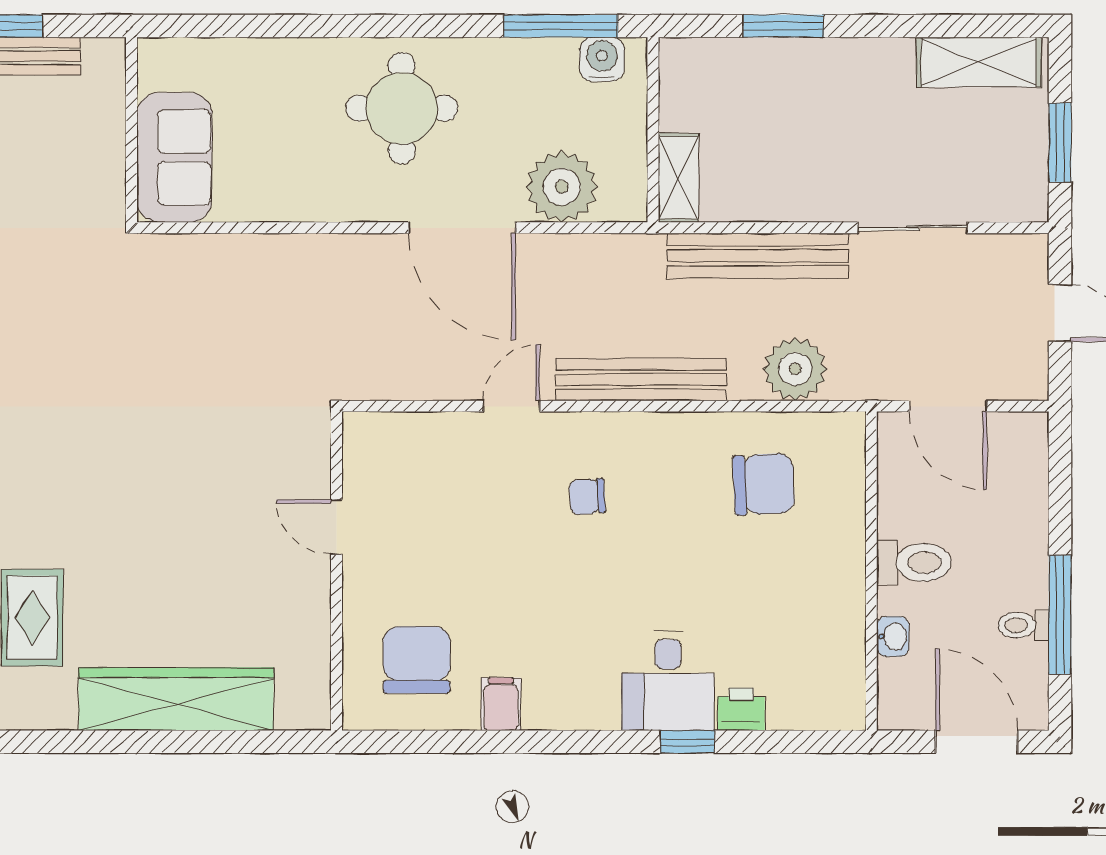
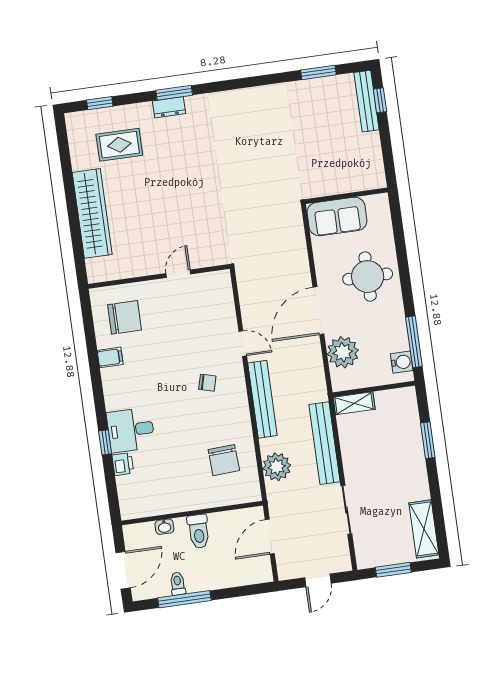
wall: (131, 130) -> (347, 196), moved
sofa: (174, 157) -> (337, 216), moved
chair: (587, 497) -> (207, 383), turned 109

